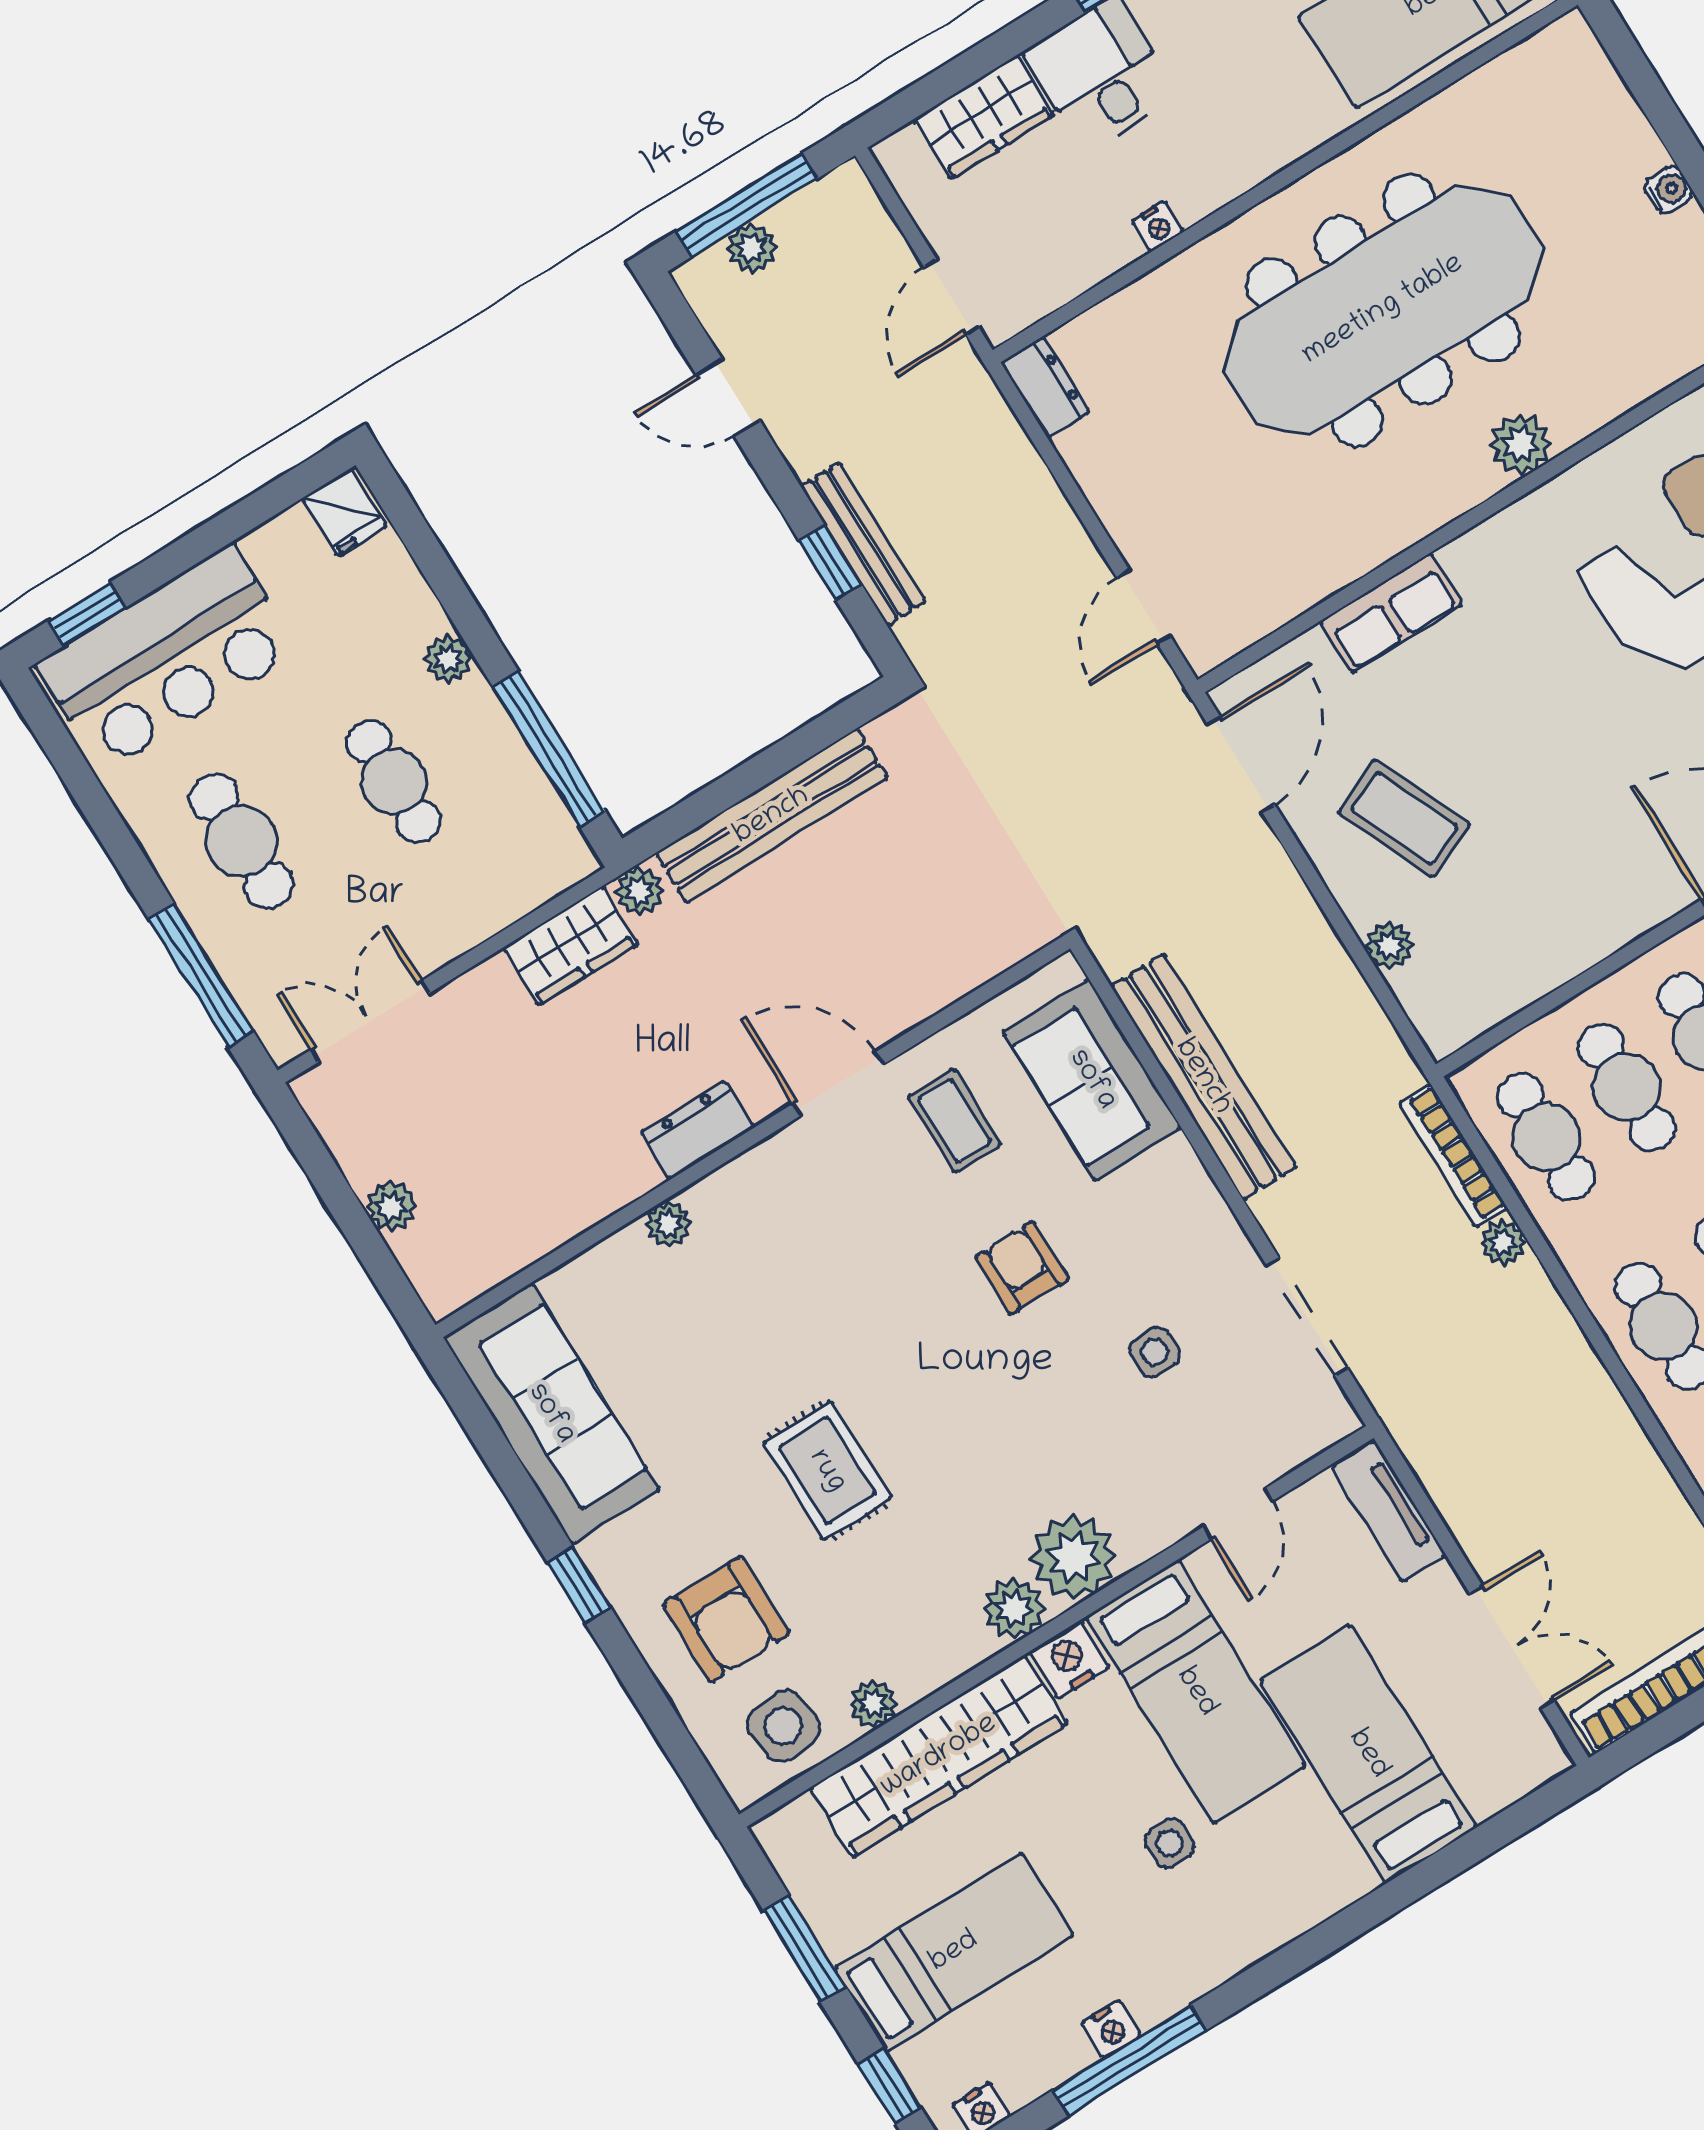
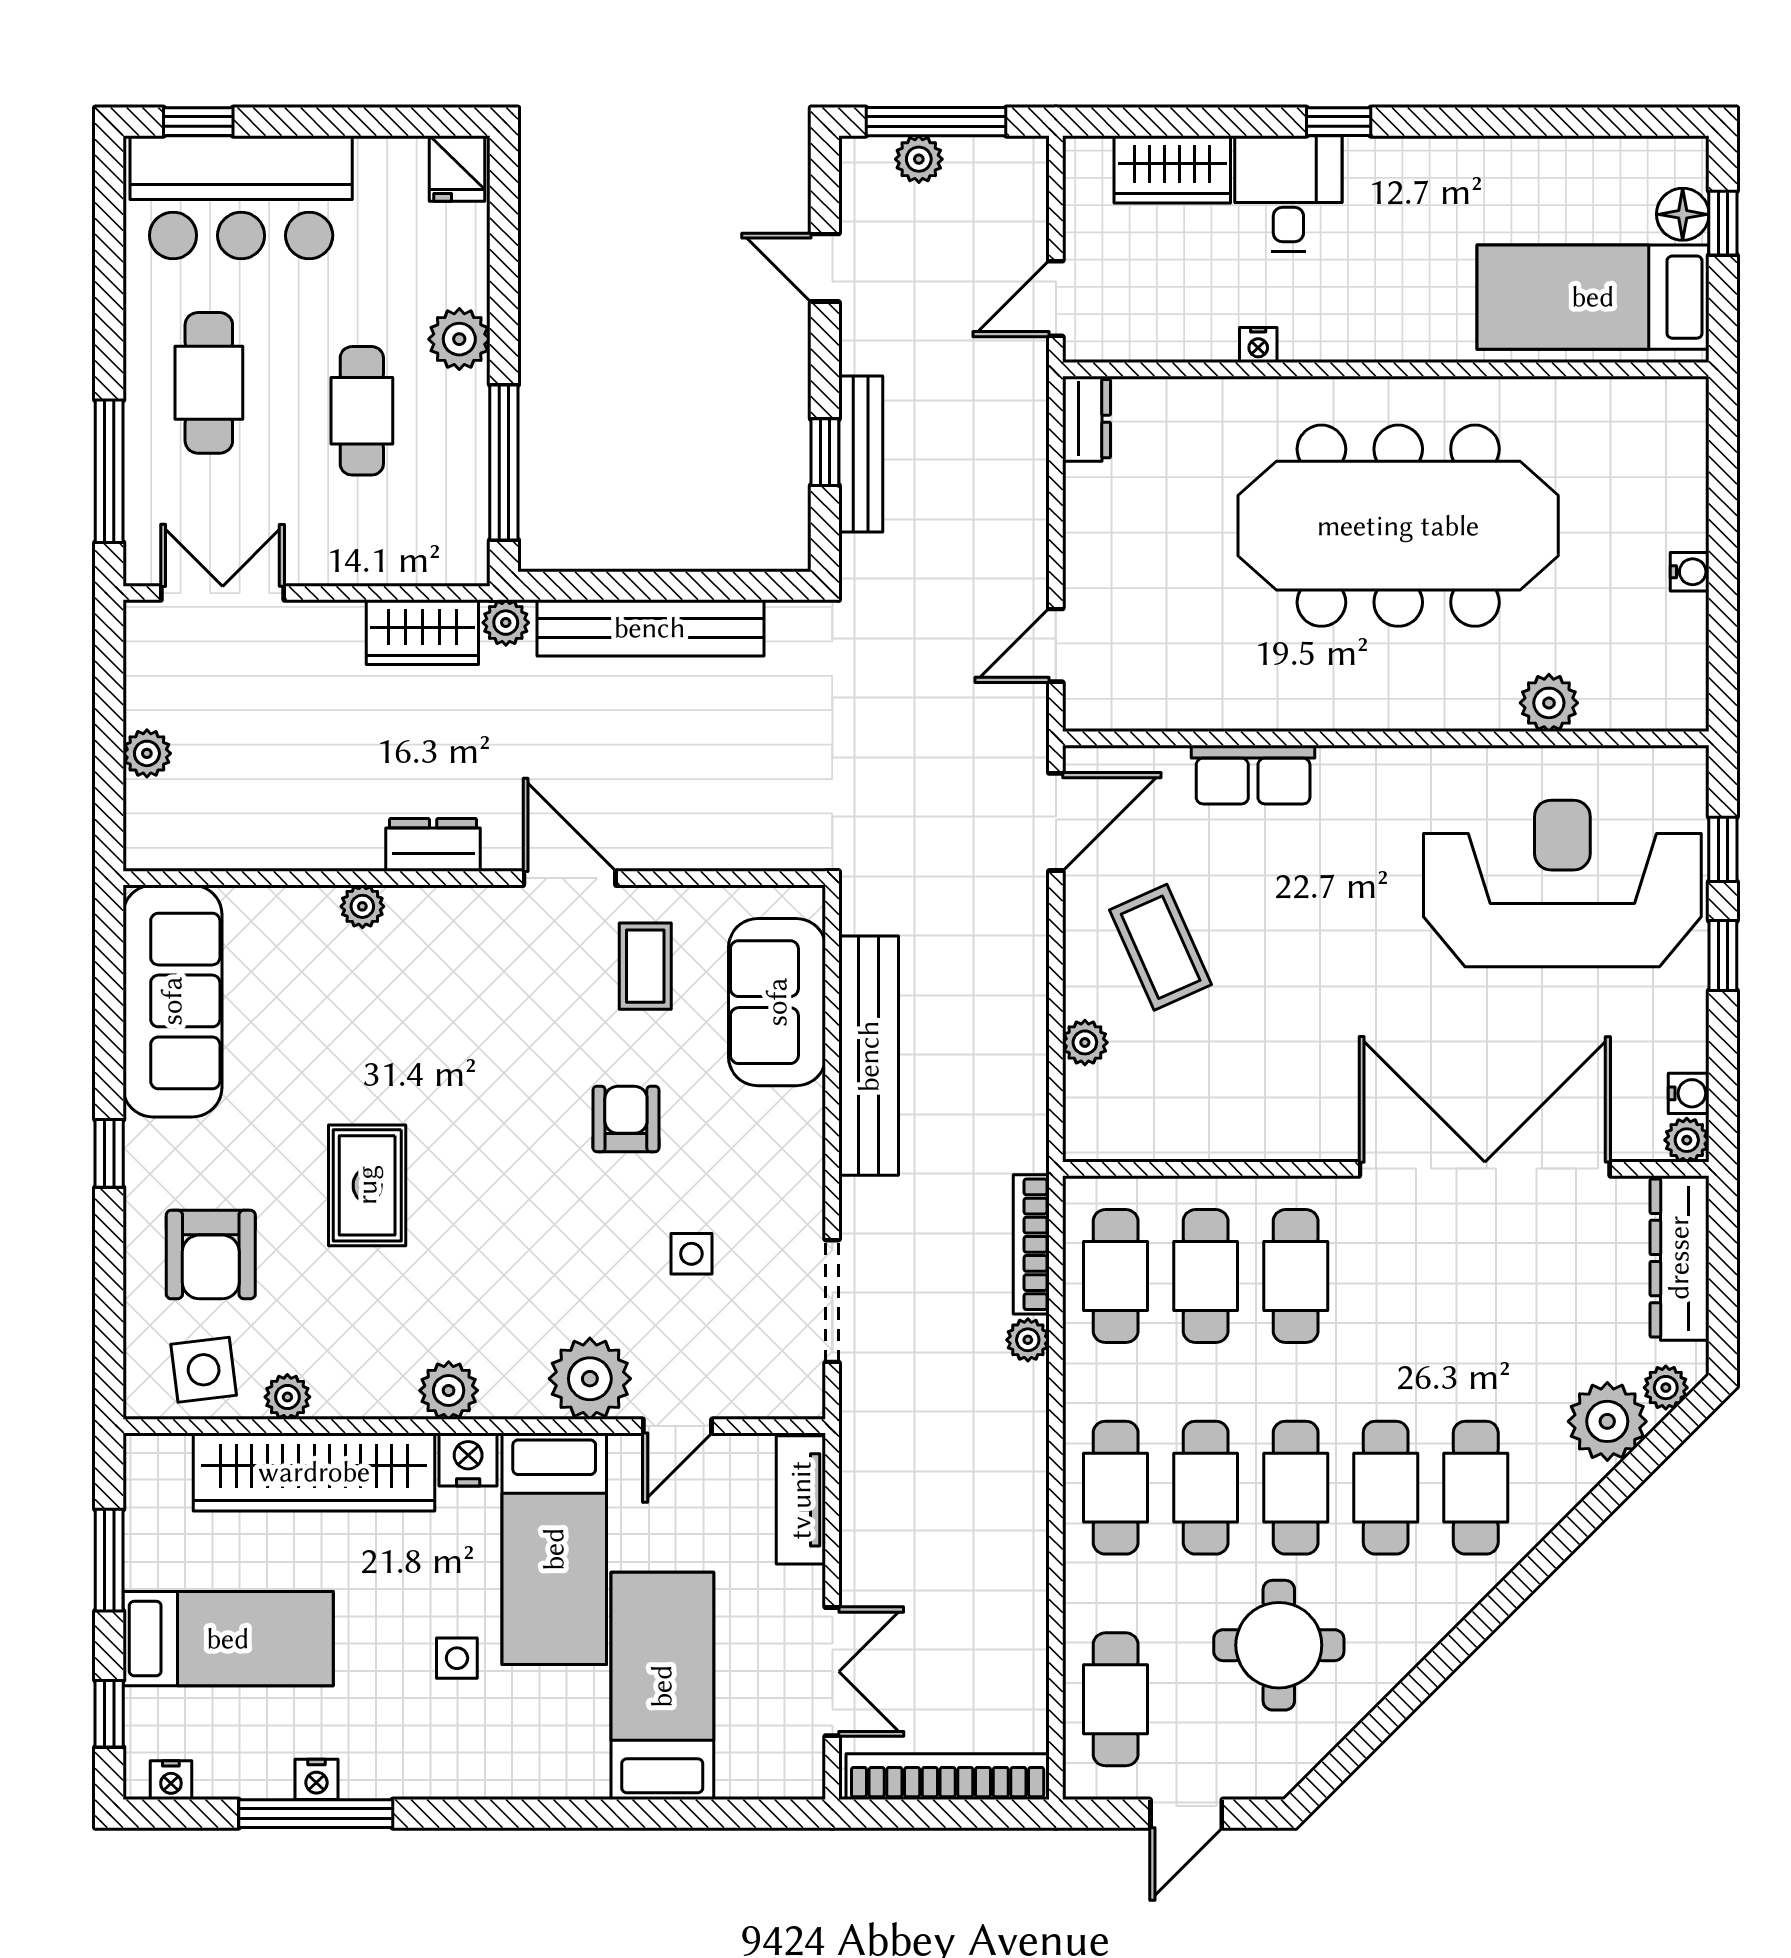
plant: (1520, 444) -> (1549, 703), moved
plant: (448, 659) -> (459, 339), width x1.38, depth x1.38
plant: (1073, 1557) -> (590, 1379), moved

